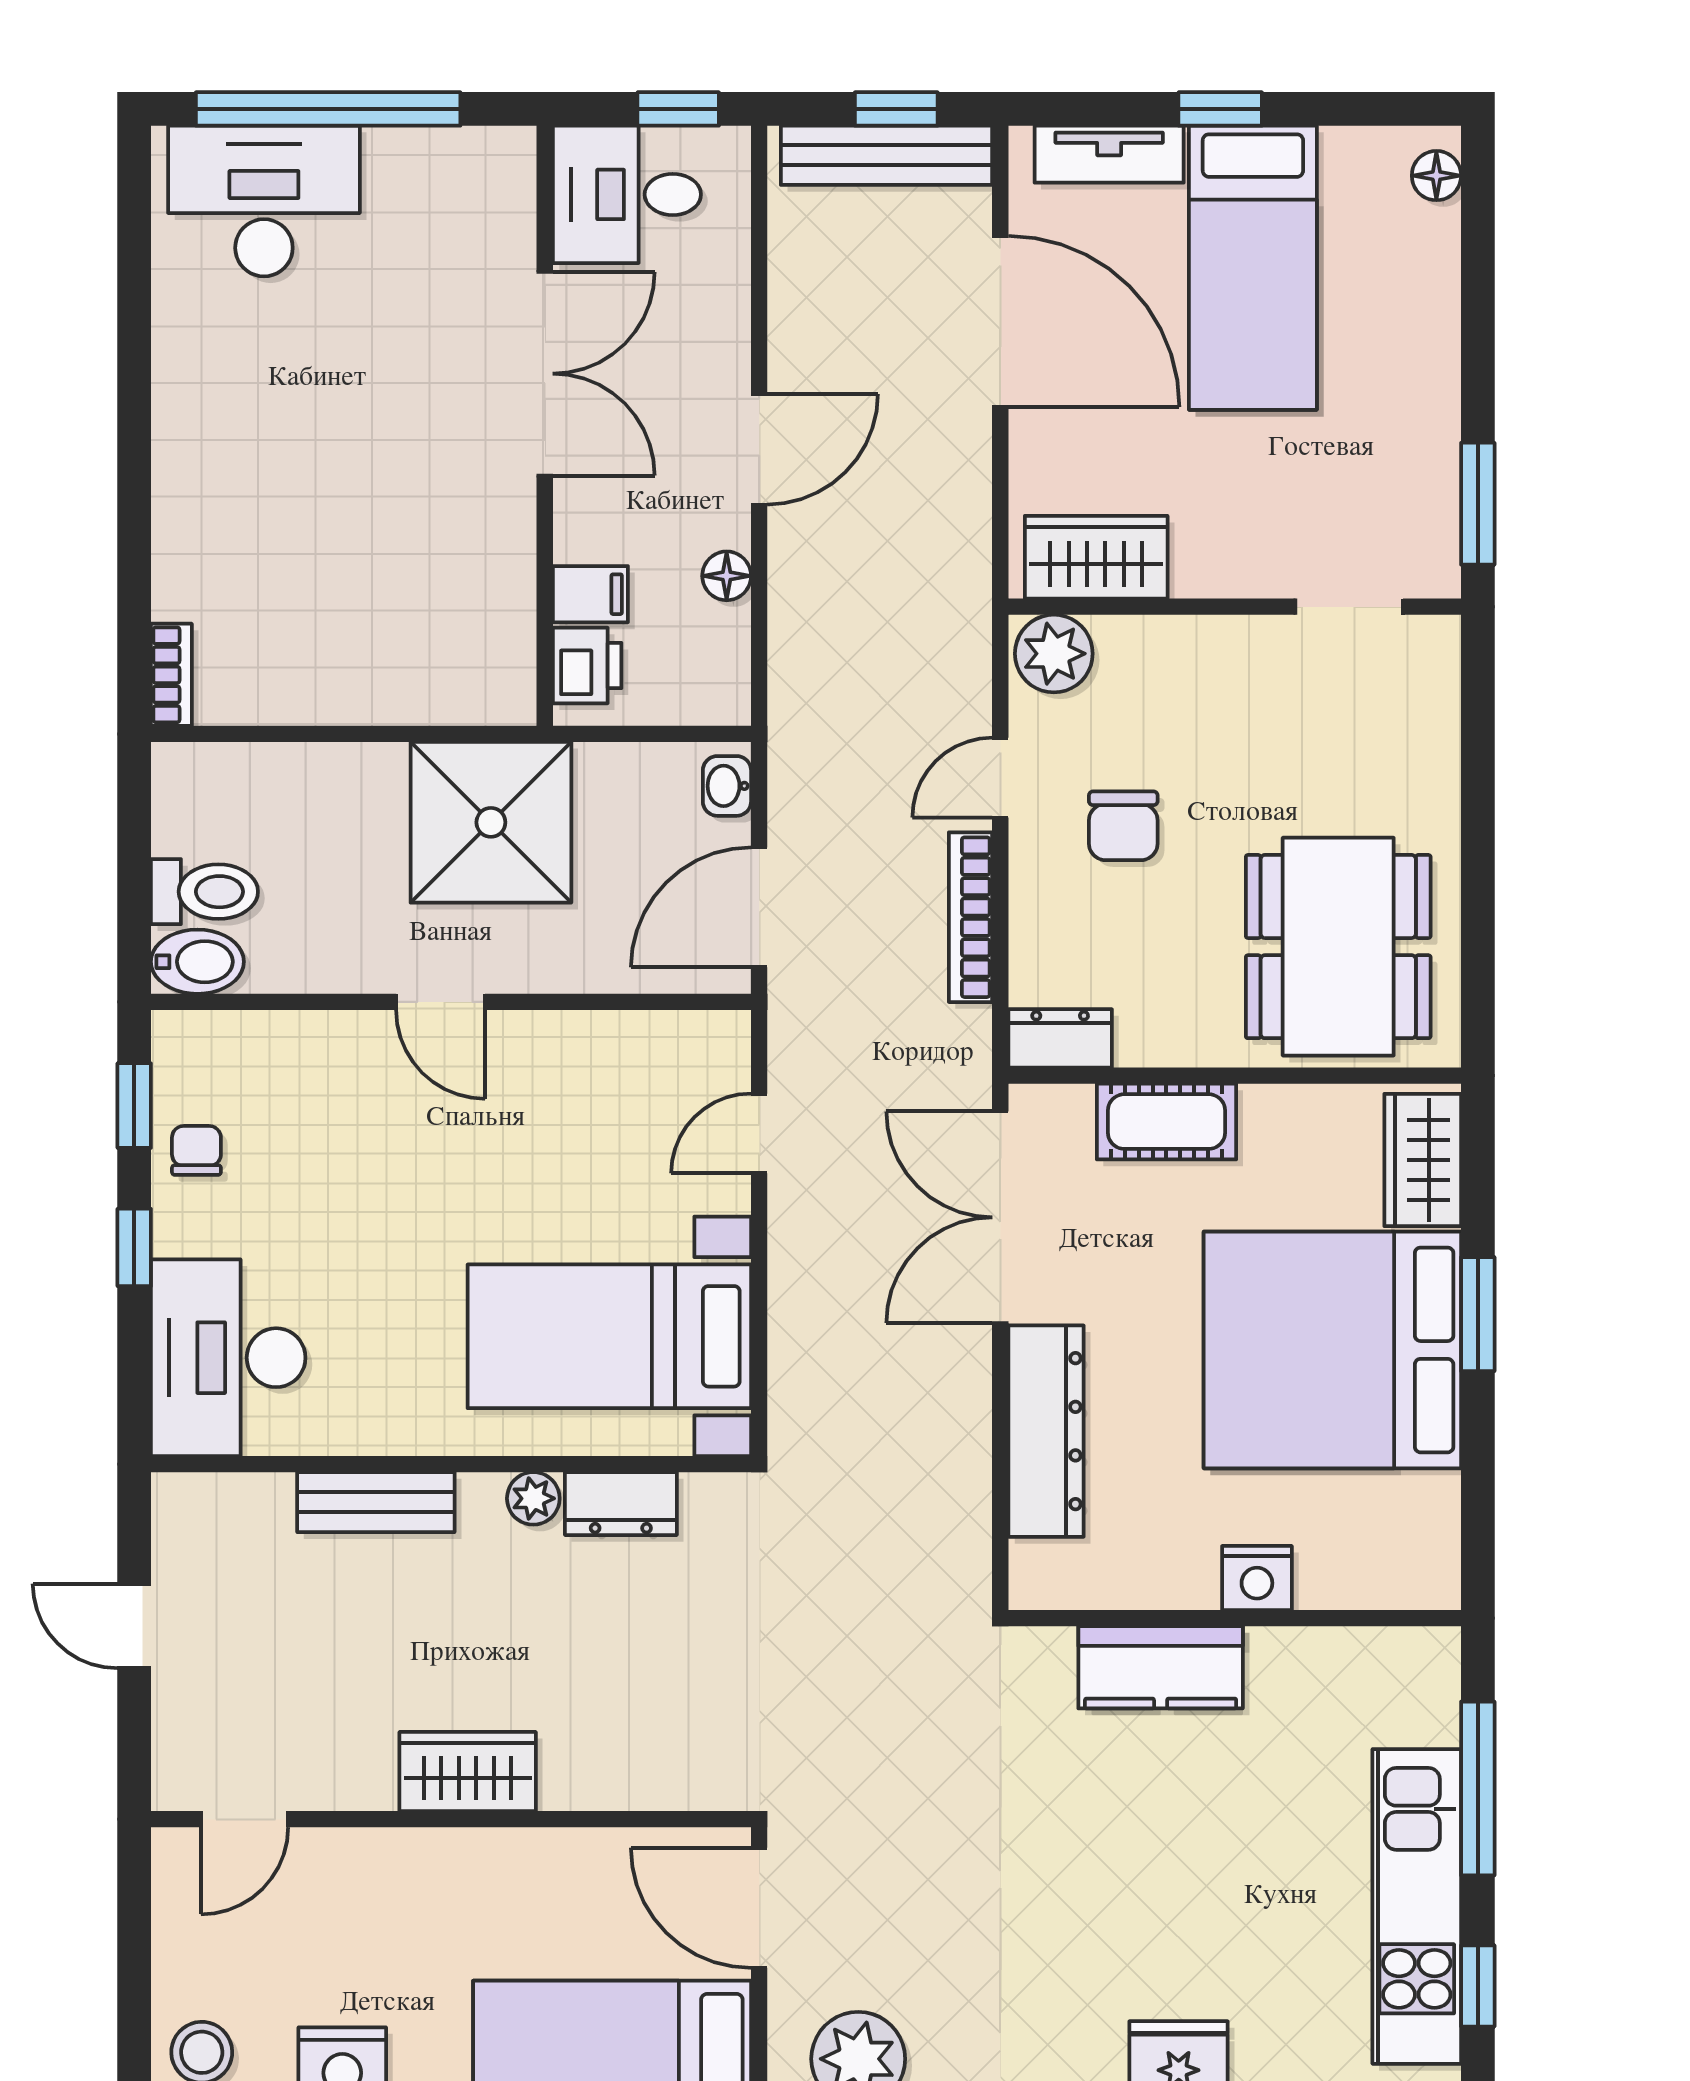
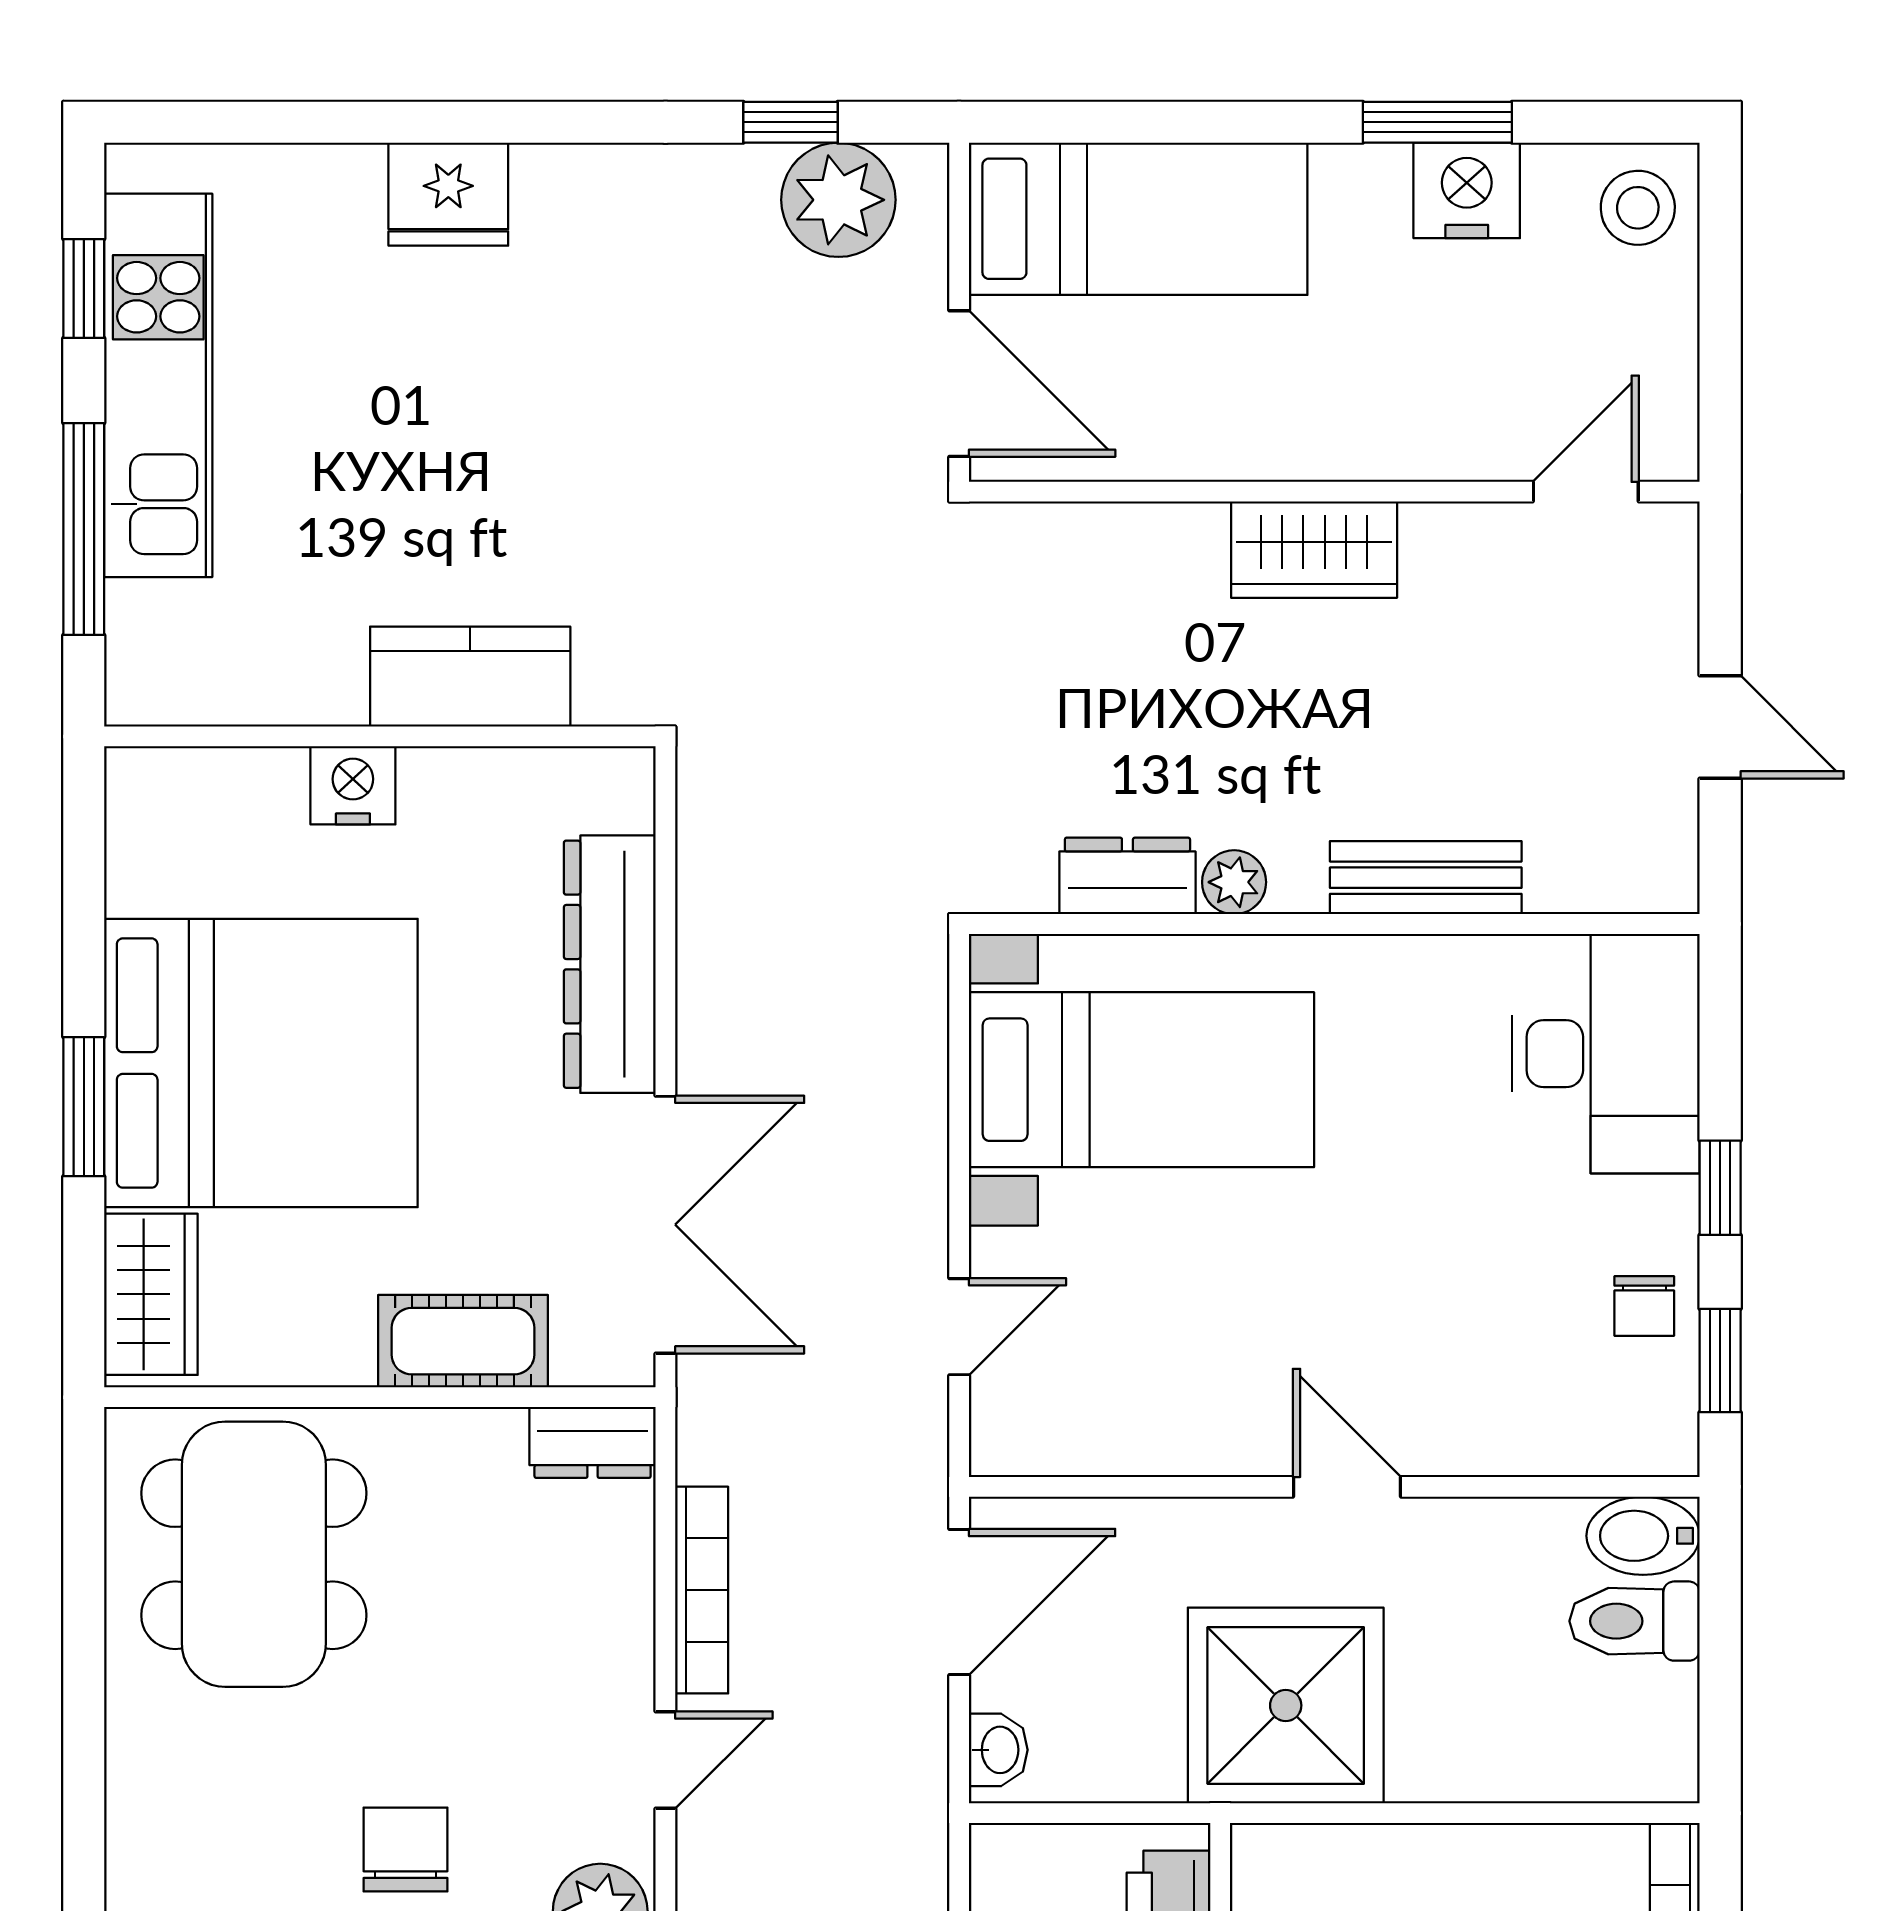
chair: (1123, 826) -> (405, 1849), moved

